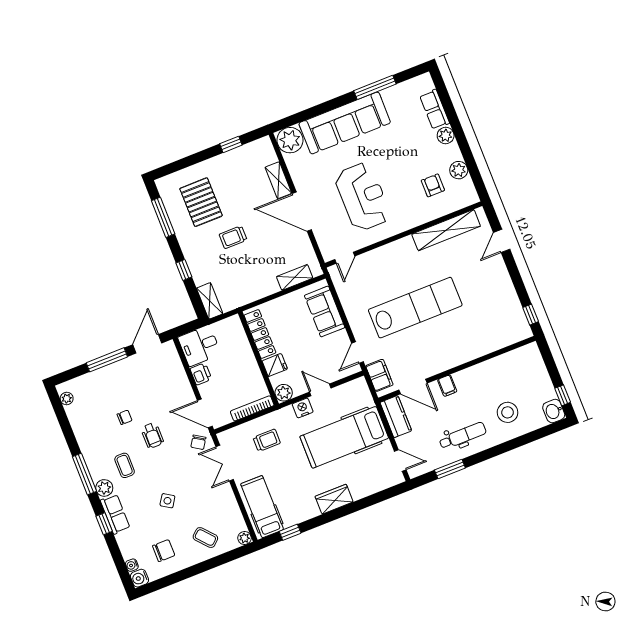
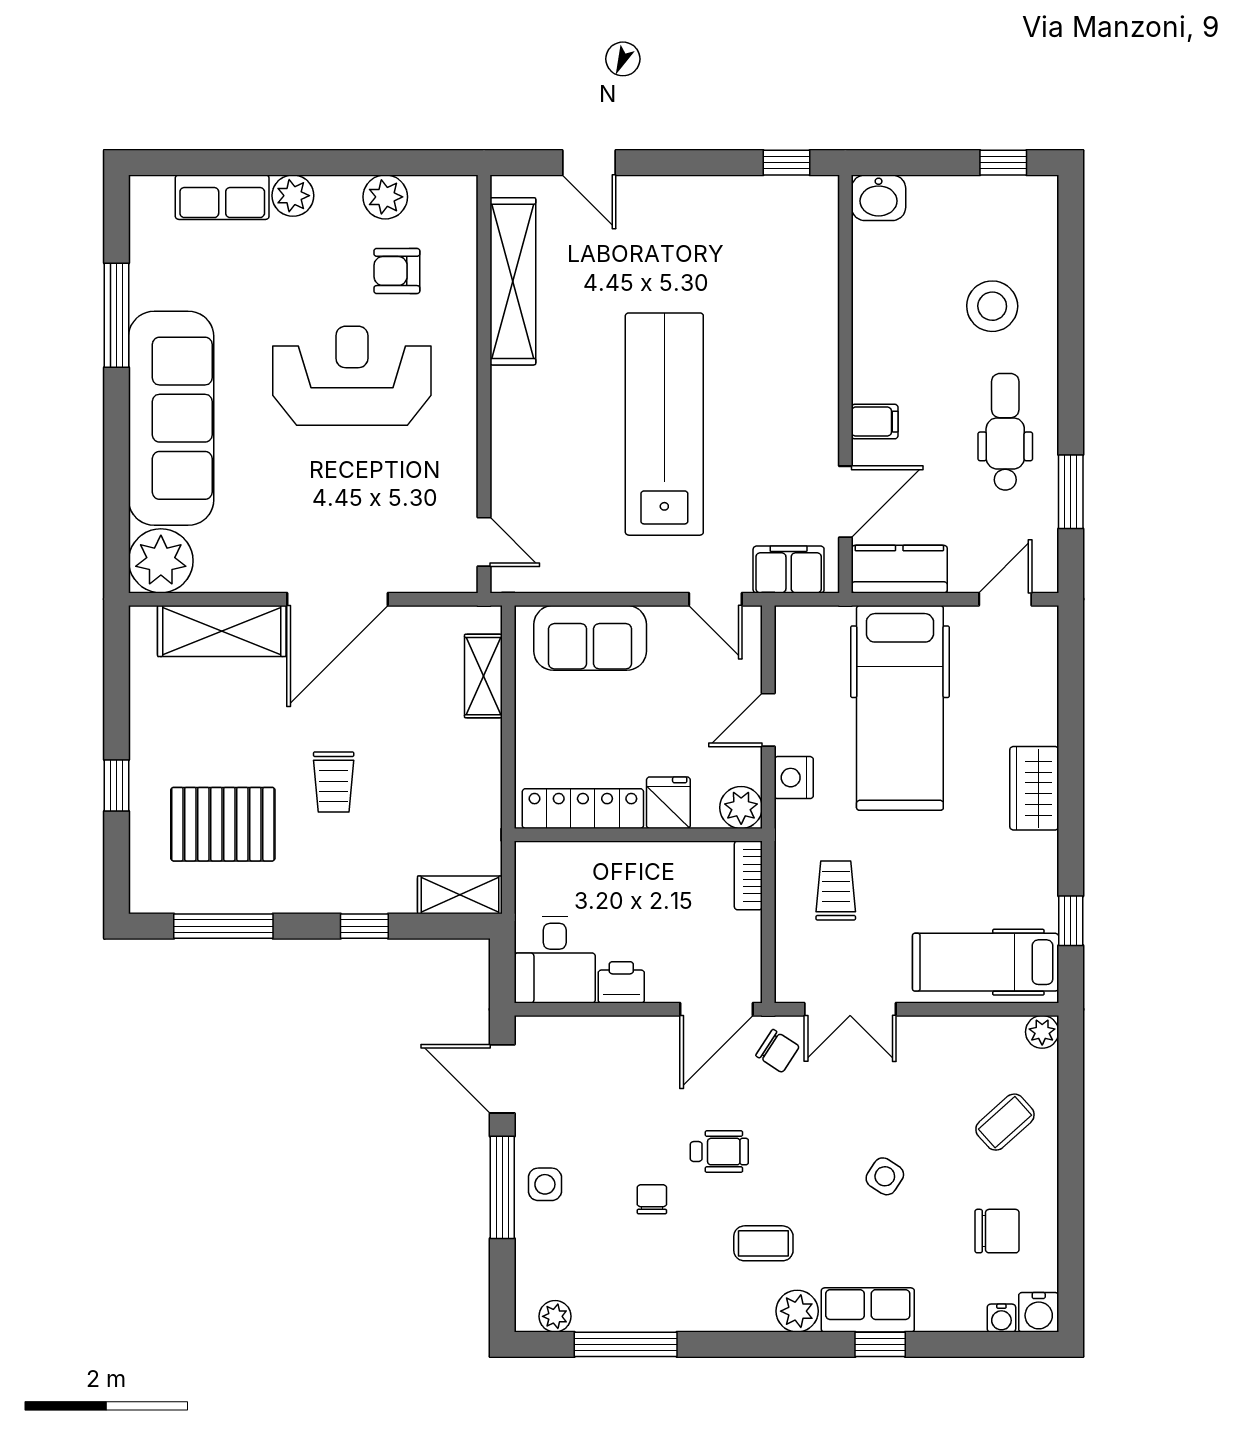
window: (231, 144) -> (116, 786), moved
shelving: (278, 180) -> (222, 631), width x1.50, depth x1.33
reception desk: (363, 197) -> (352, 376), moved
side table: (114, 375) -> (545, 1184), added
bookcase: (252, 408) -> (748, 875), width x0.64
washbasin: (554, 411) -> (879, 198), moved
window: (84, 474) -> (626, 1344), moved
chair: (164, 551) -> (997, 1231), turned 90

